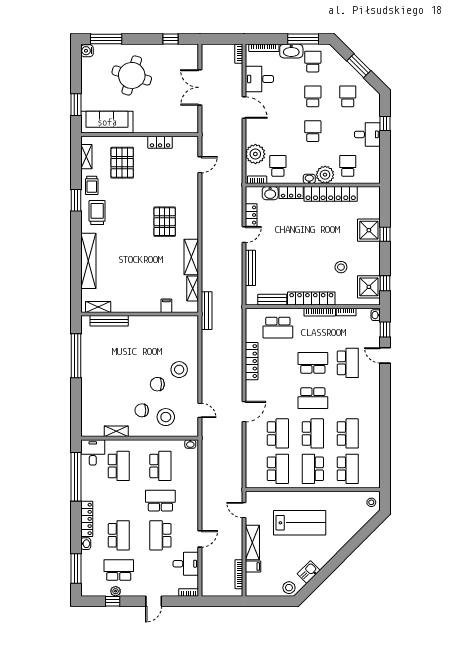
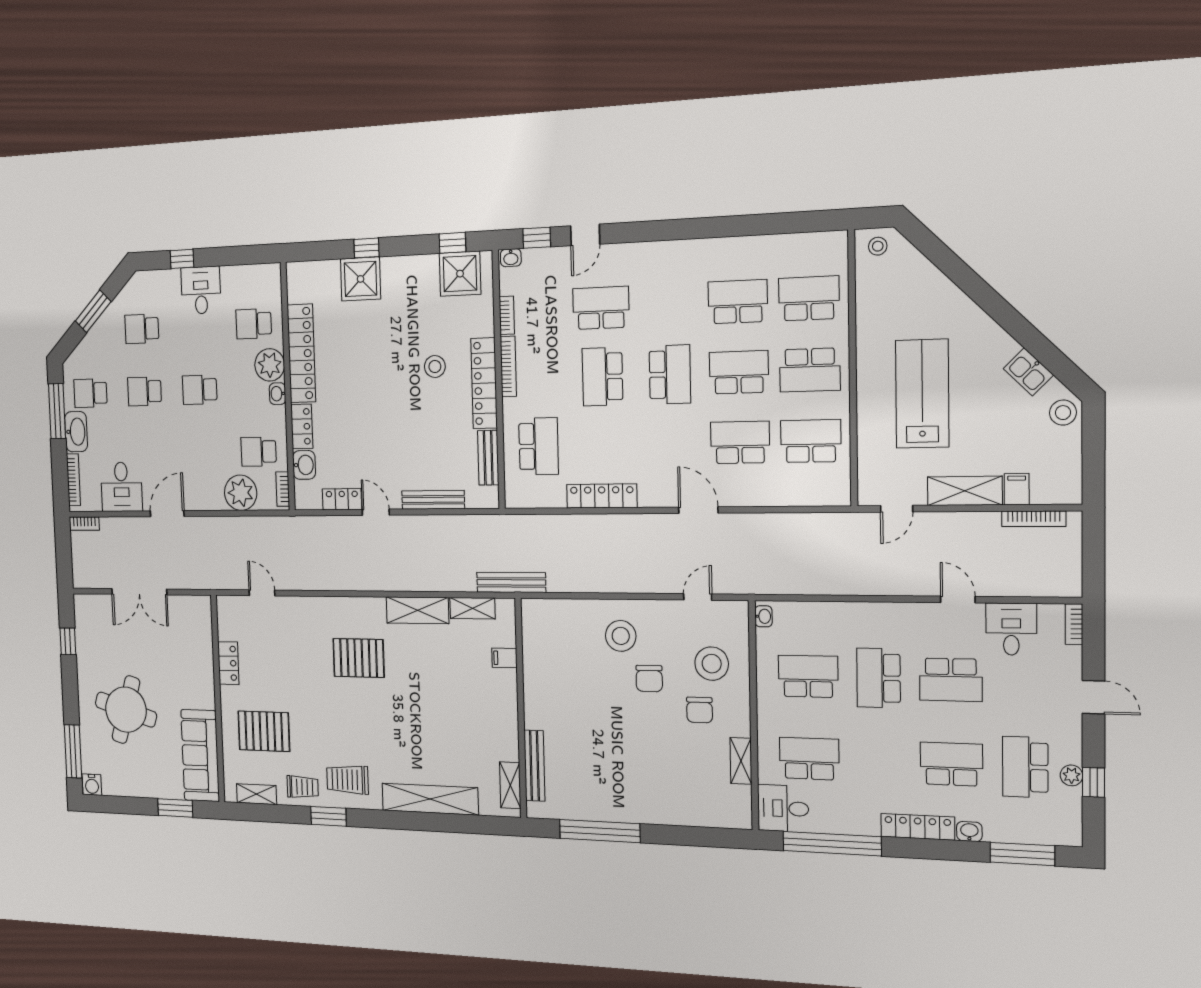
stool: (341, 267) -> (435, 366), moved

